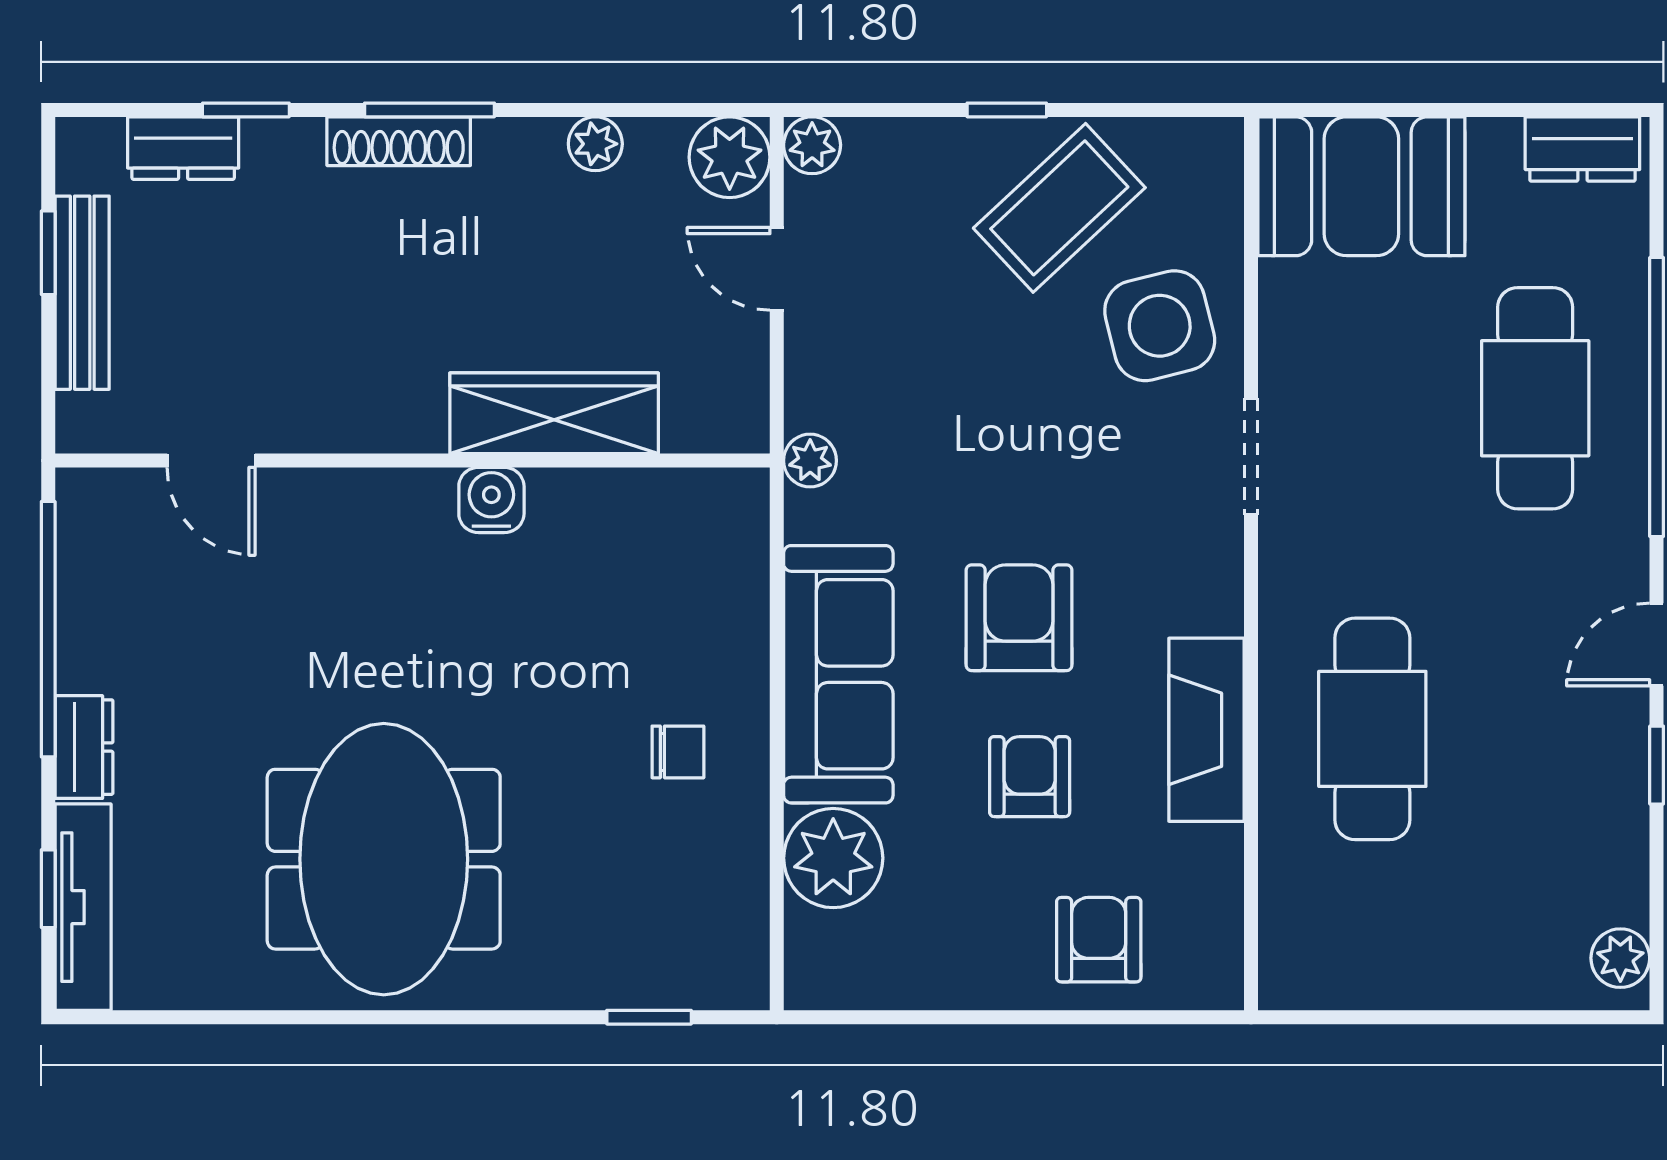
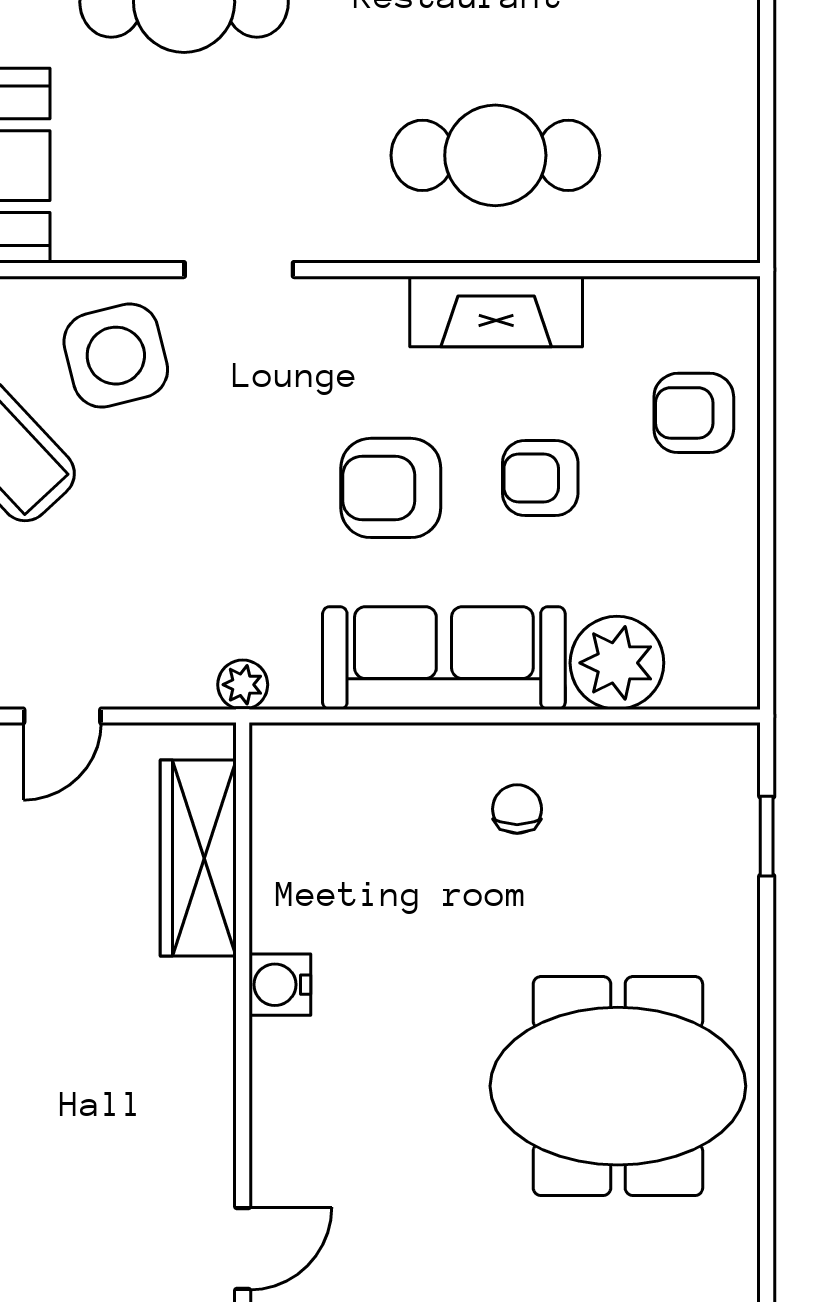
wardrobe: (554, 413) -> (198, 858), moved

